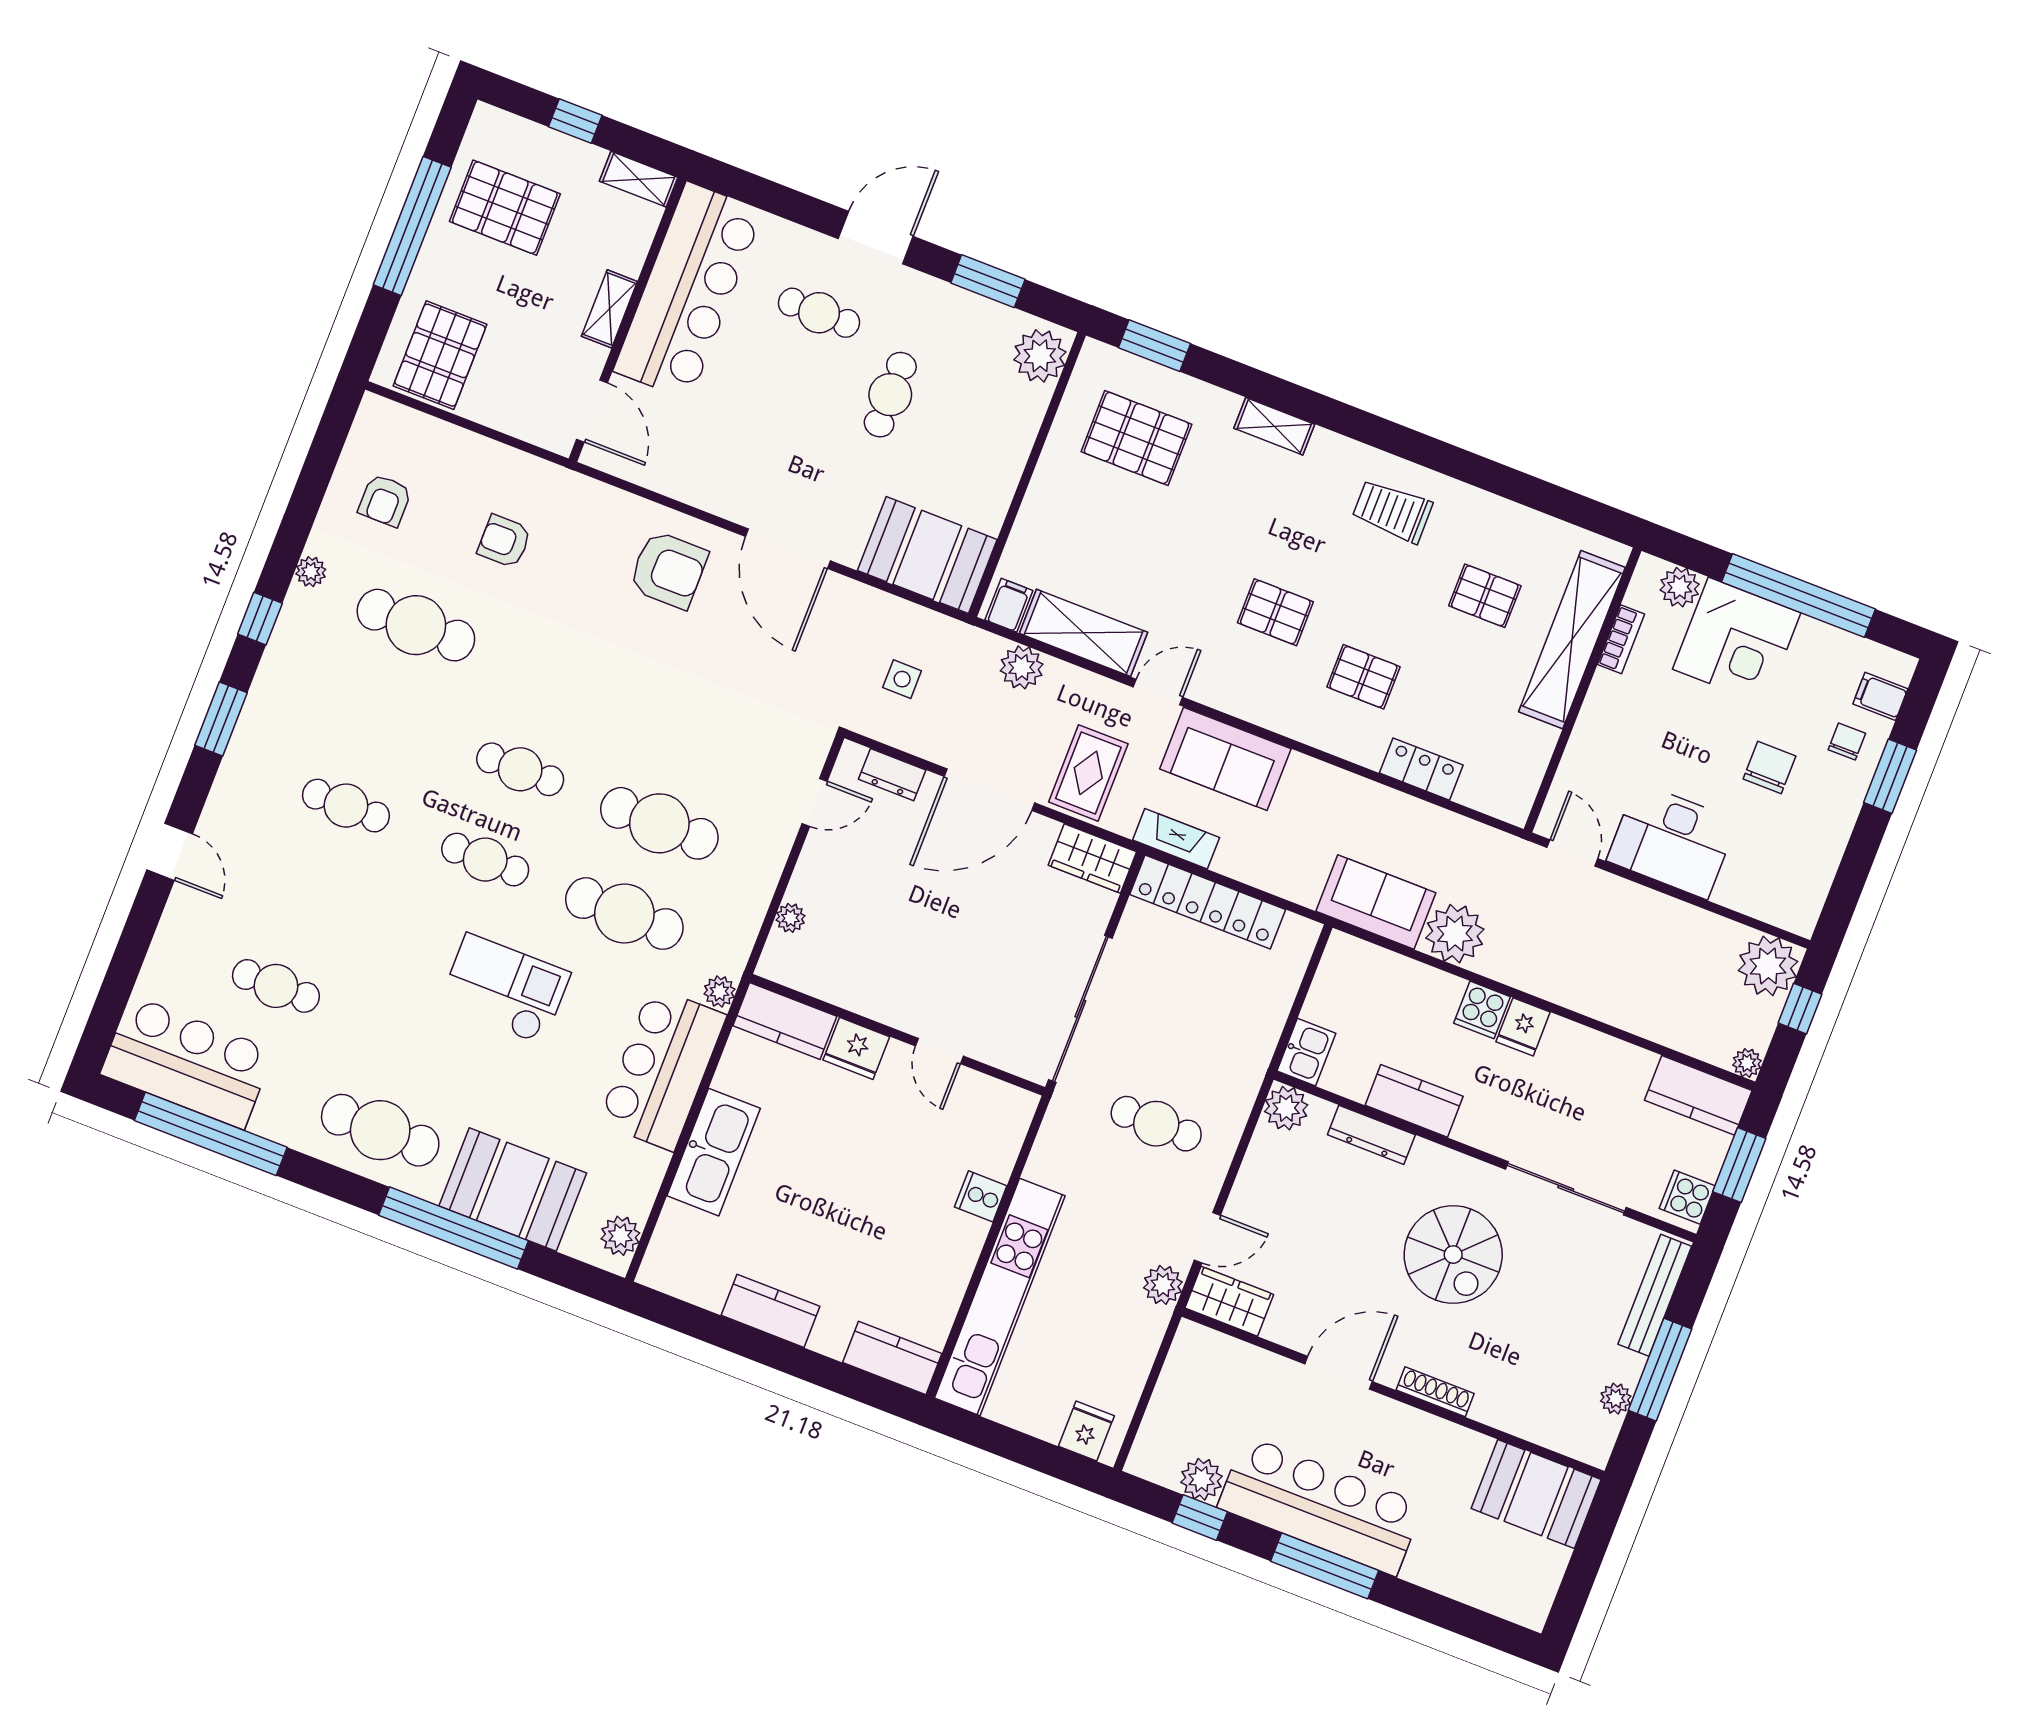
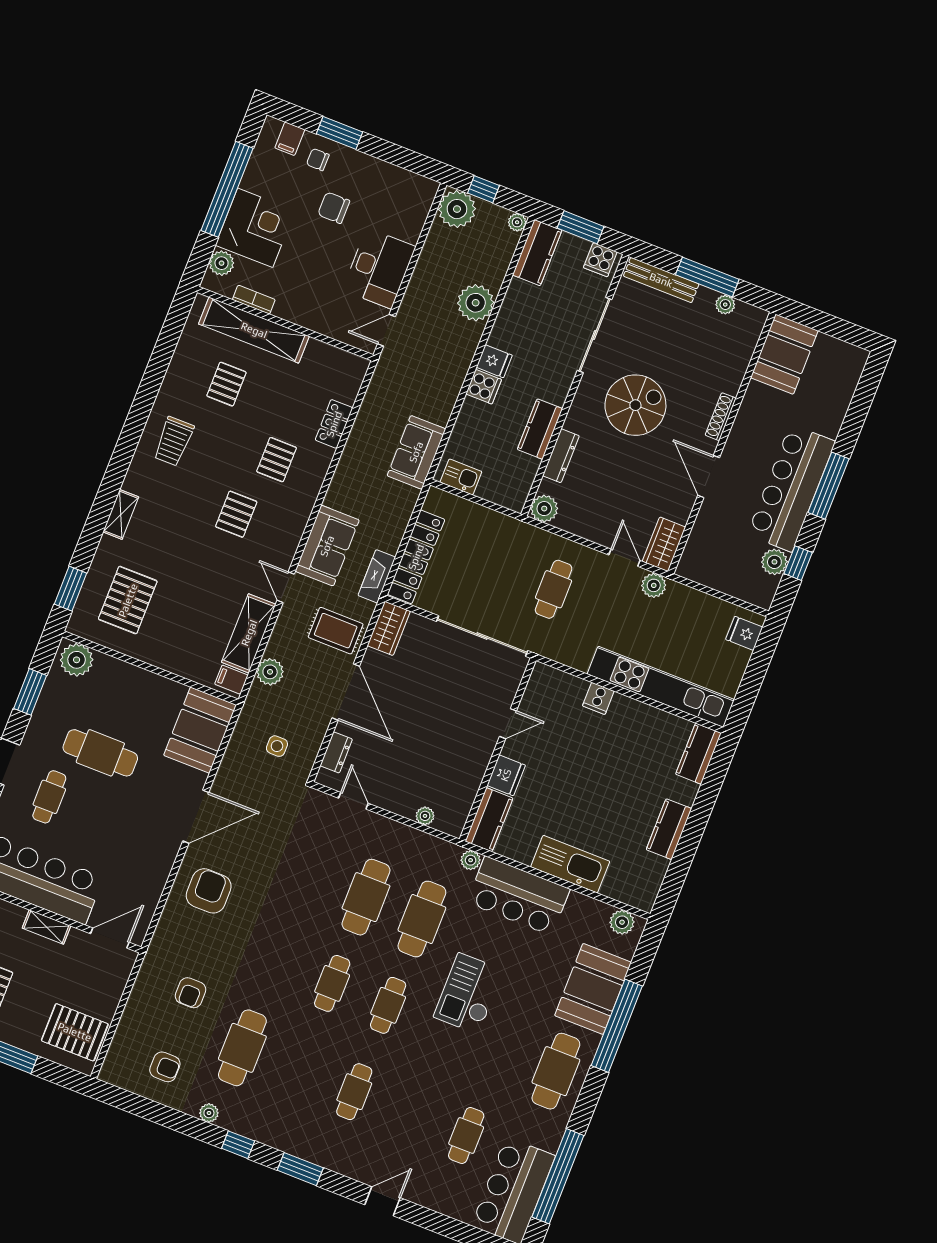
cafe table: (890, 395) -> (100, 753), width x1.37, depth x1.35
plant: (1455, 934) -> (476, 303), moved
kitchen sink: (1306, 1052) -> (461, 477), moved

